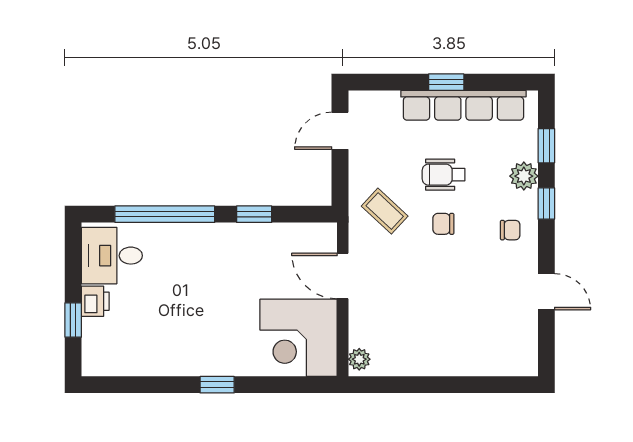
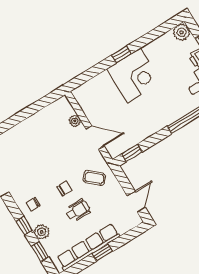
window: (254, 214) -> (132, 153), moved
corner desk: (299, 338) -> (134, 75), moved, turned 90
plant: (359, 359) -> (75, 121), moved
plant: (97, 361) -> (182, 32), added

